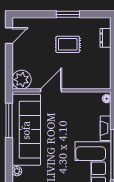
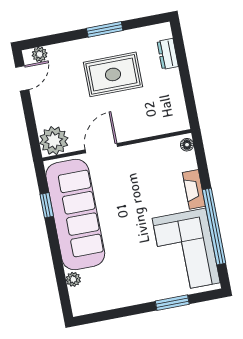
plant: (23, 22) -> (40, 54), added
rug: (68, 44) -> (113, 74), width x1.36, depth x1.43
window: (9, 120) -> (47, 205), width x0.46

